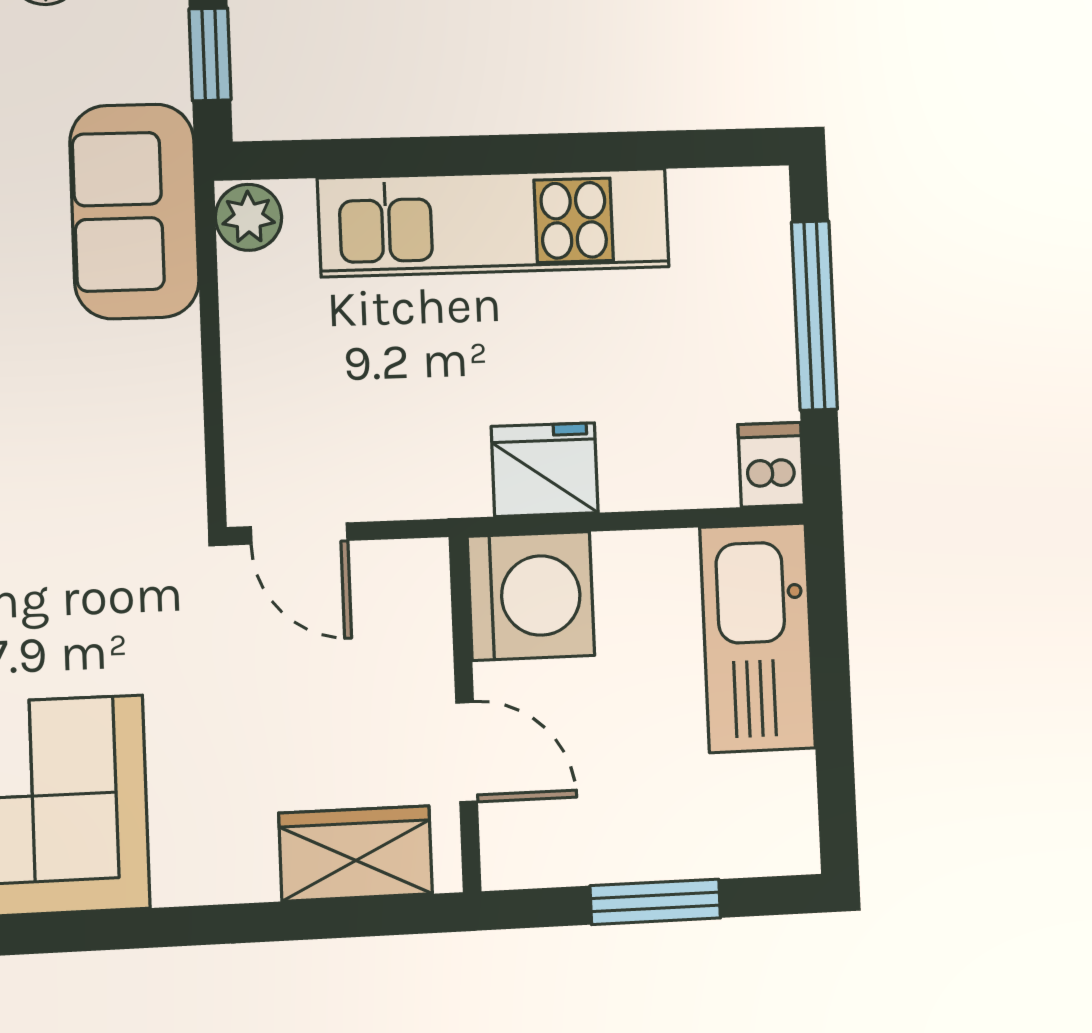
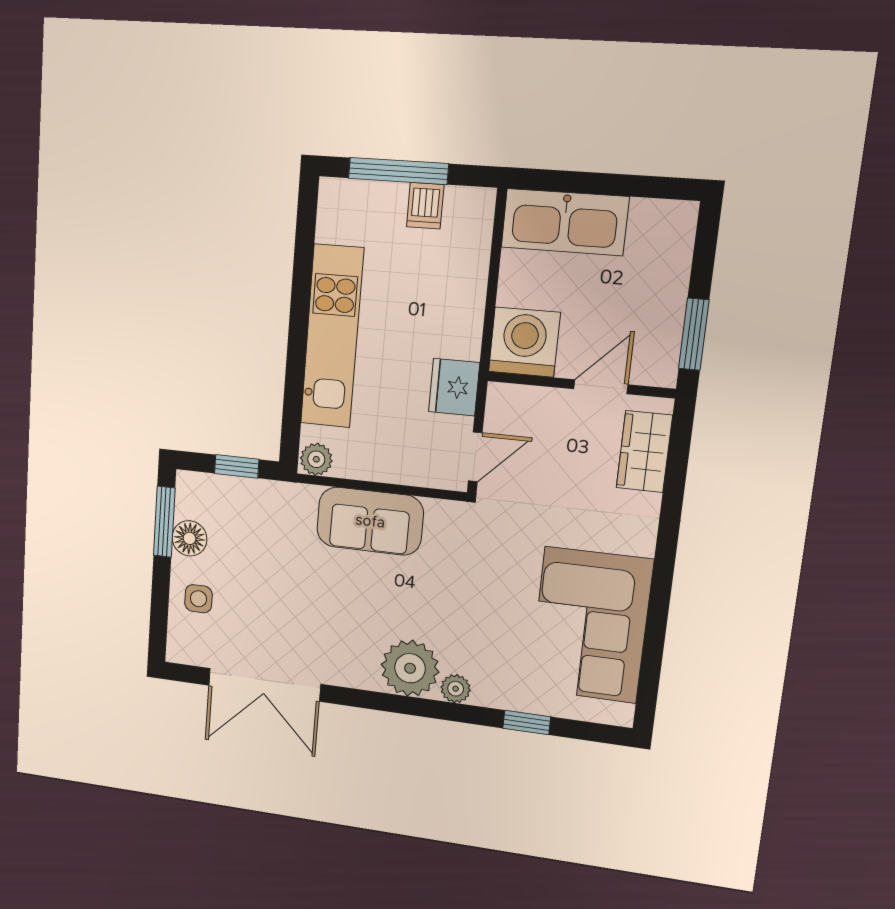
sofa: (134, 211) -> (370, 521), moved
dishwasher: (771, 465) -> (425, 206), moved, turned -90
fridge: (545, 470) -> (454, 387), moved
window: (655, 902) -> (694, 334), moved

